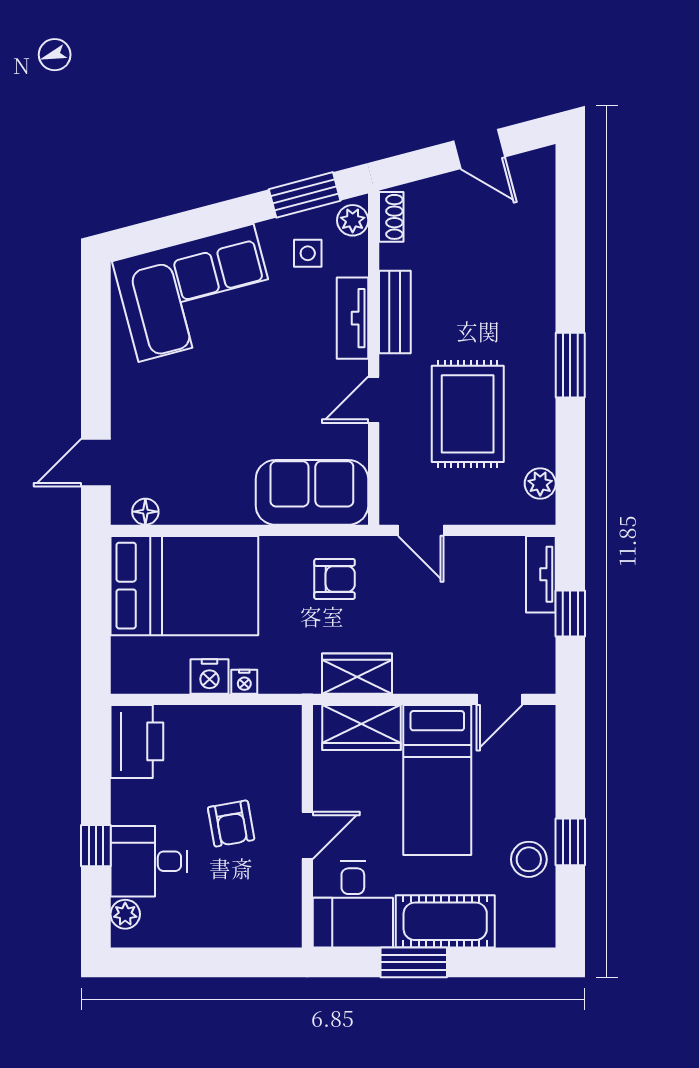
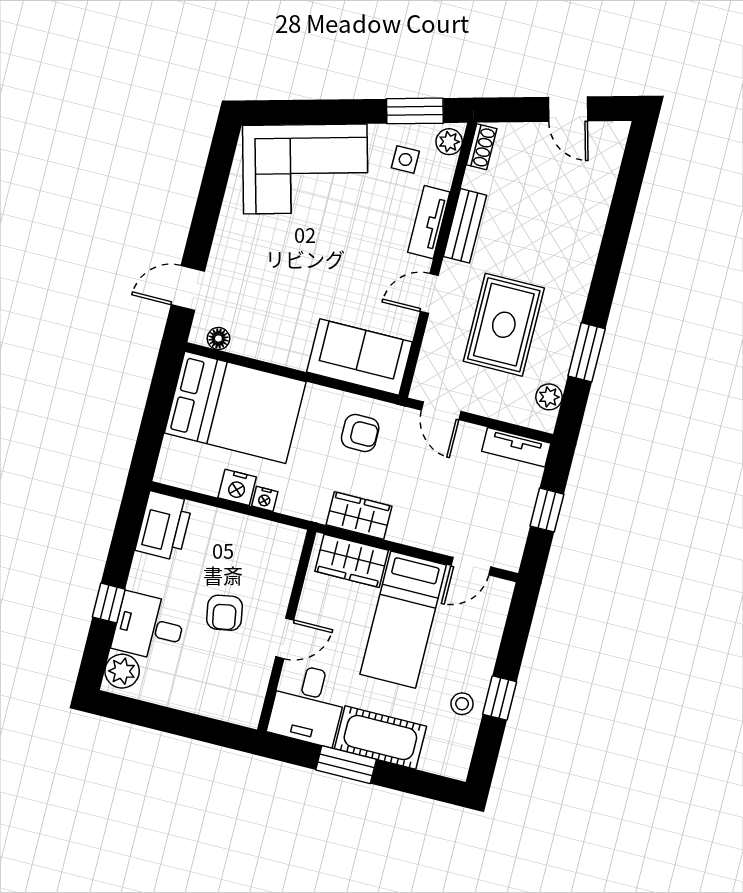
window: (570, 365) -> (587, 352), moved
tv unit: (541, 574) -> (516, 447), moved, turned -90
stool: (529, 859) -> (462, 704), width x0.73, depth x0.73
plant: (125, 914) -> (122, 671), width x1.38, depth x1.38

